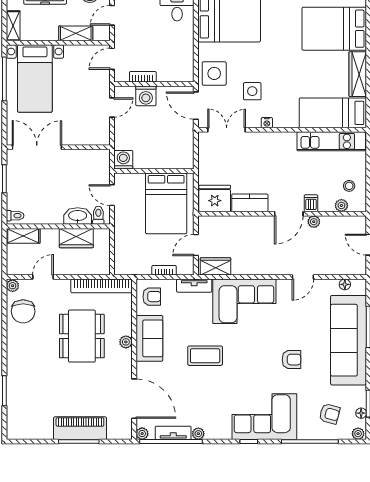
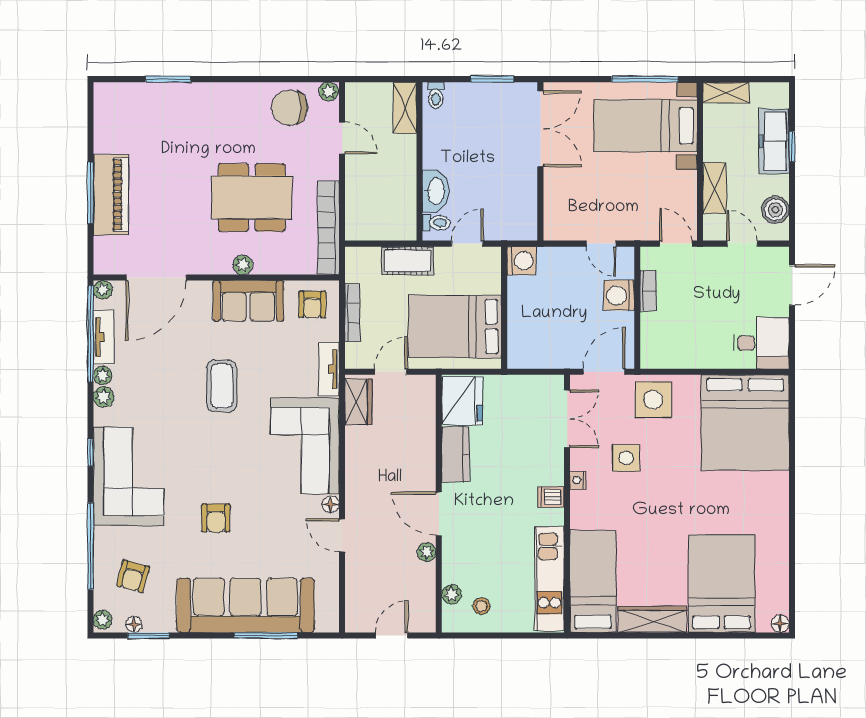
dishwasher: (311, 203) -> (551, 497), moved, turned 180
cot: (123, 234) -> (408, 261), added
wardrobe: (76, 238) -> (402, 189), removed
door: (196, 245) -> (391, 372), hinge flipped
bookcase: (164, 270) -> (352, 313), width x1.56
floor lamp: (345, 284) -> (331, 504), moved
plant: (212, 433) -> (104, 397), added

